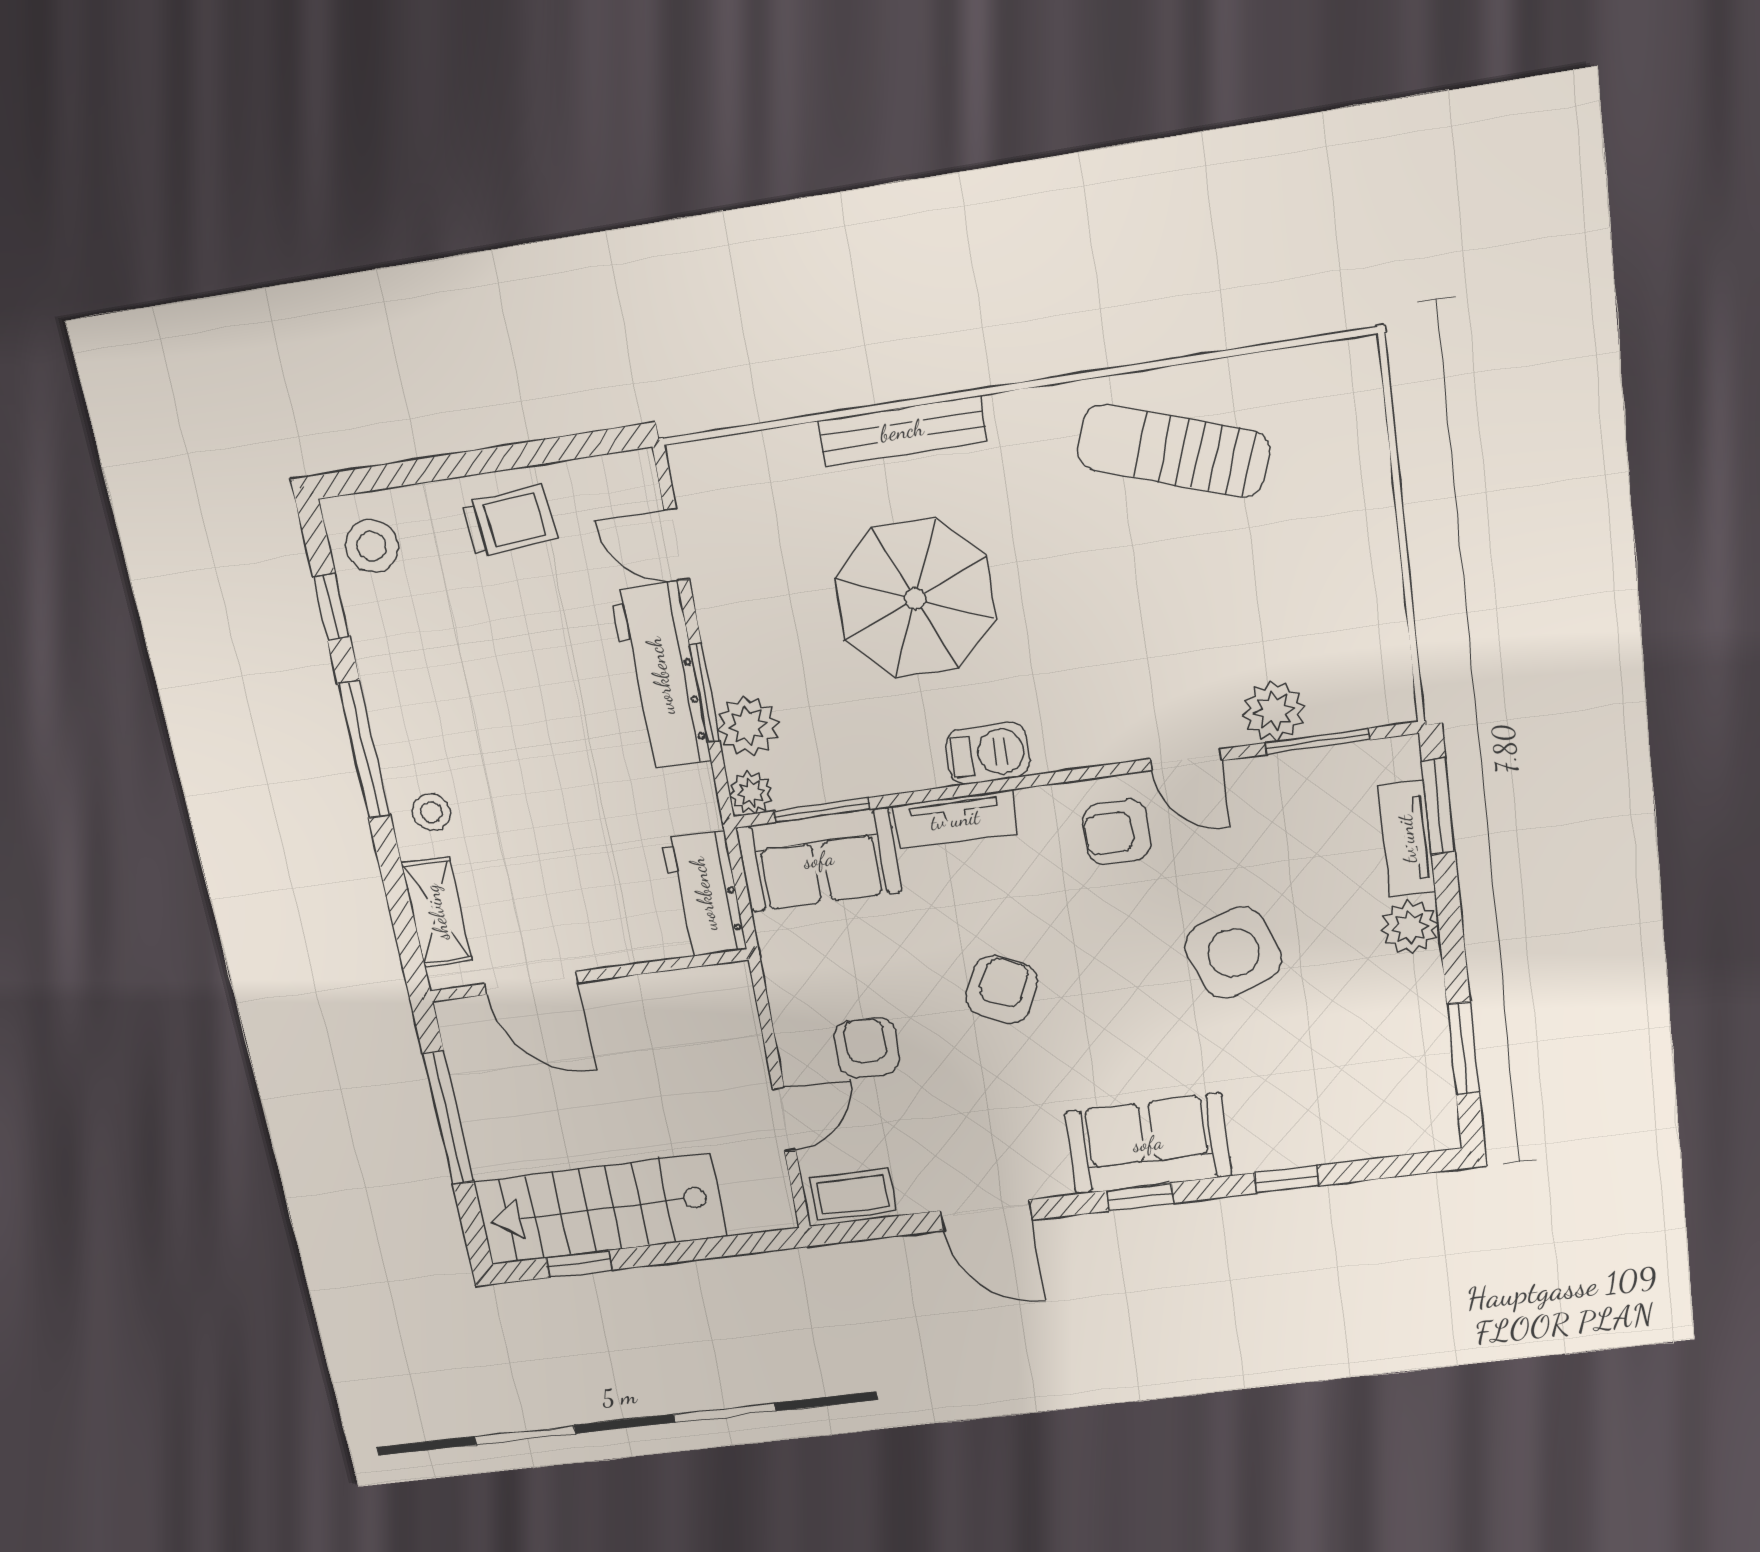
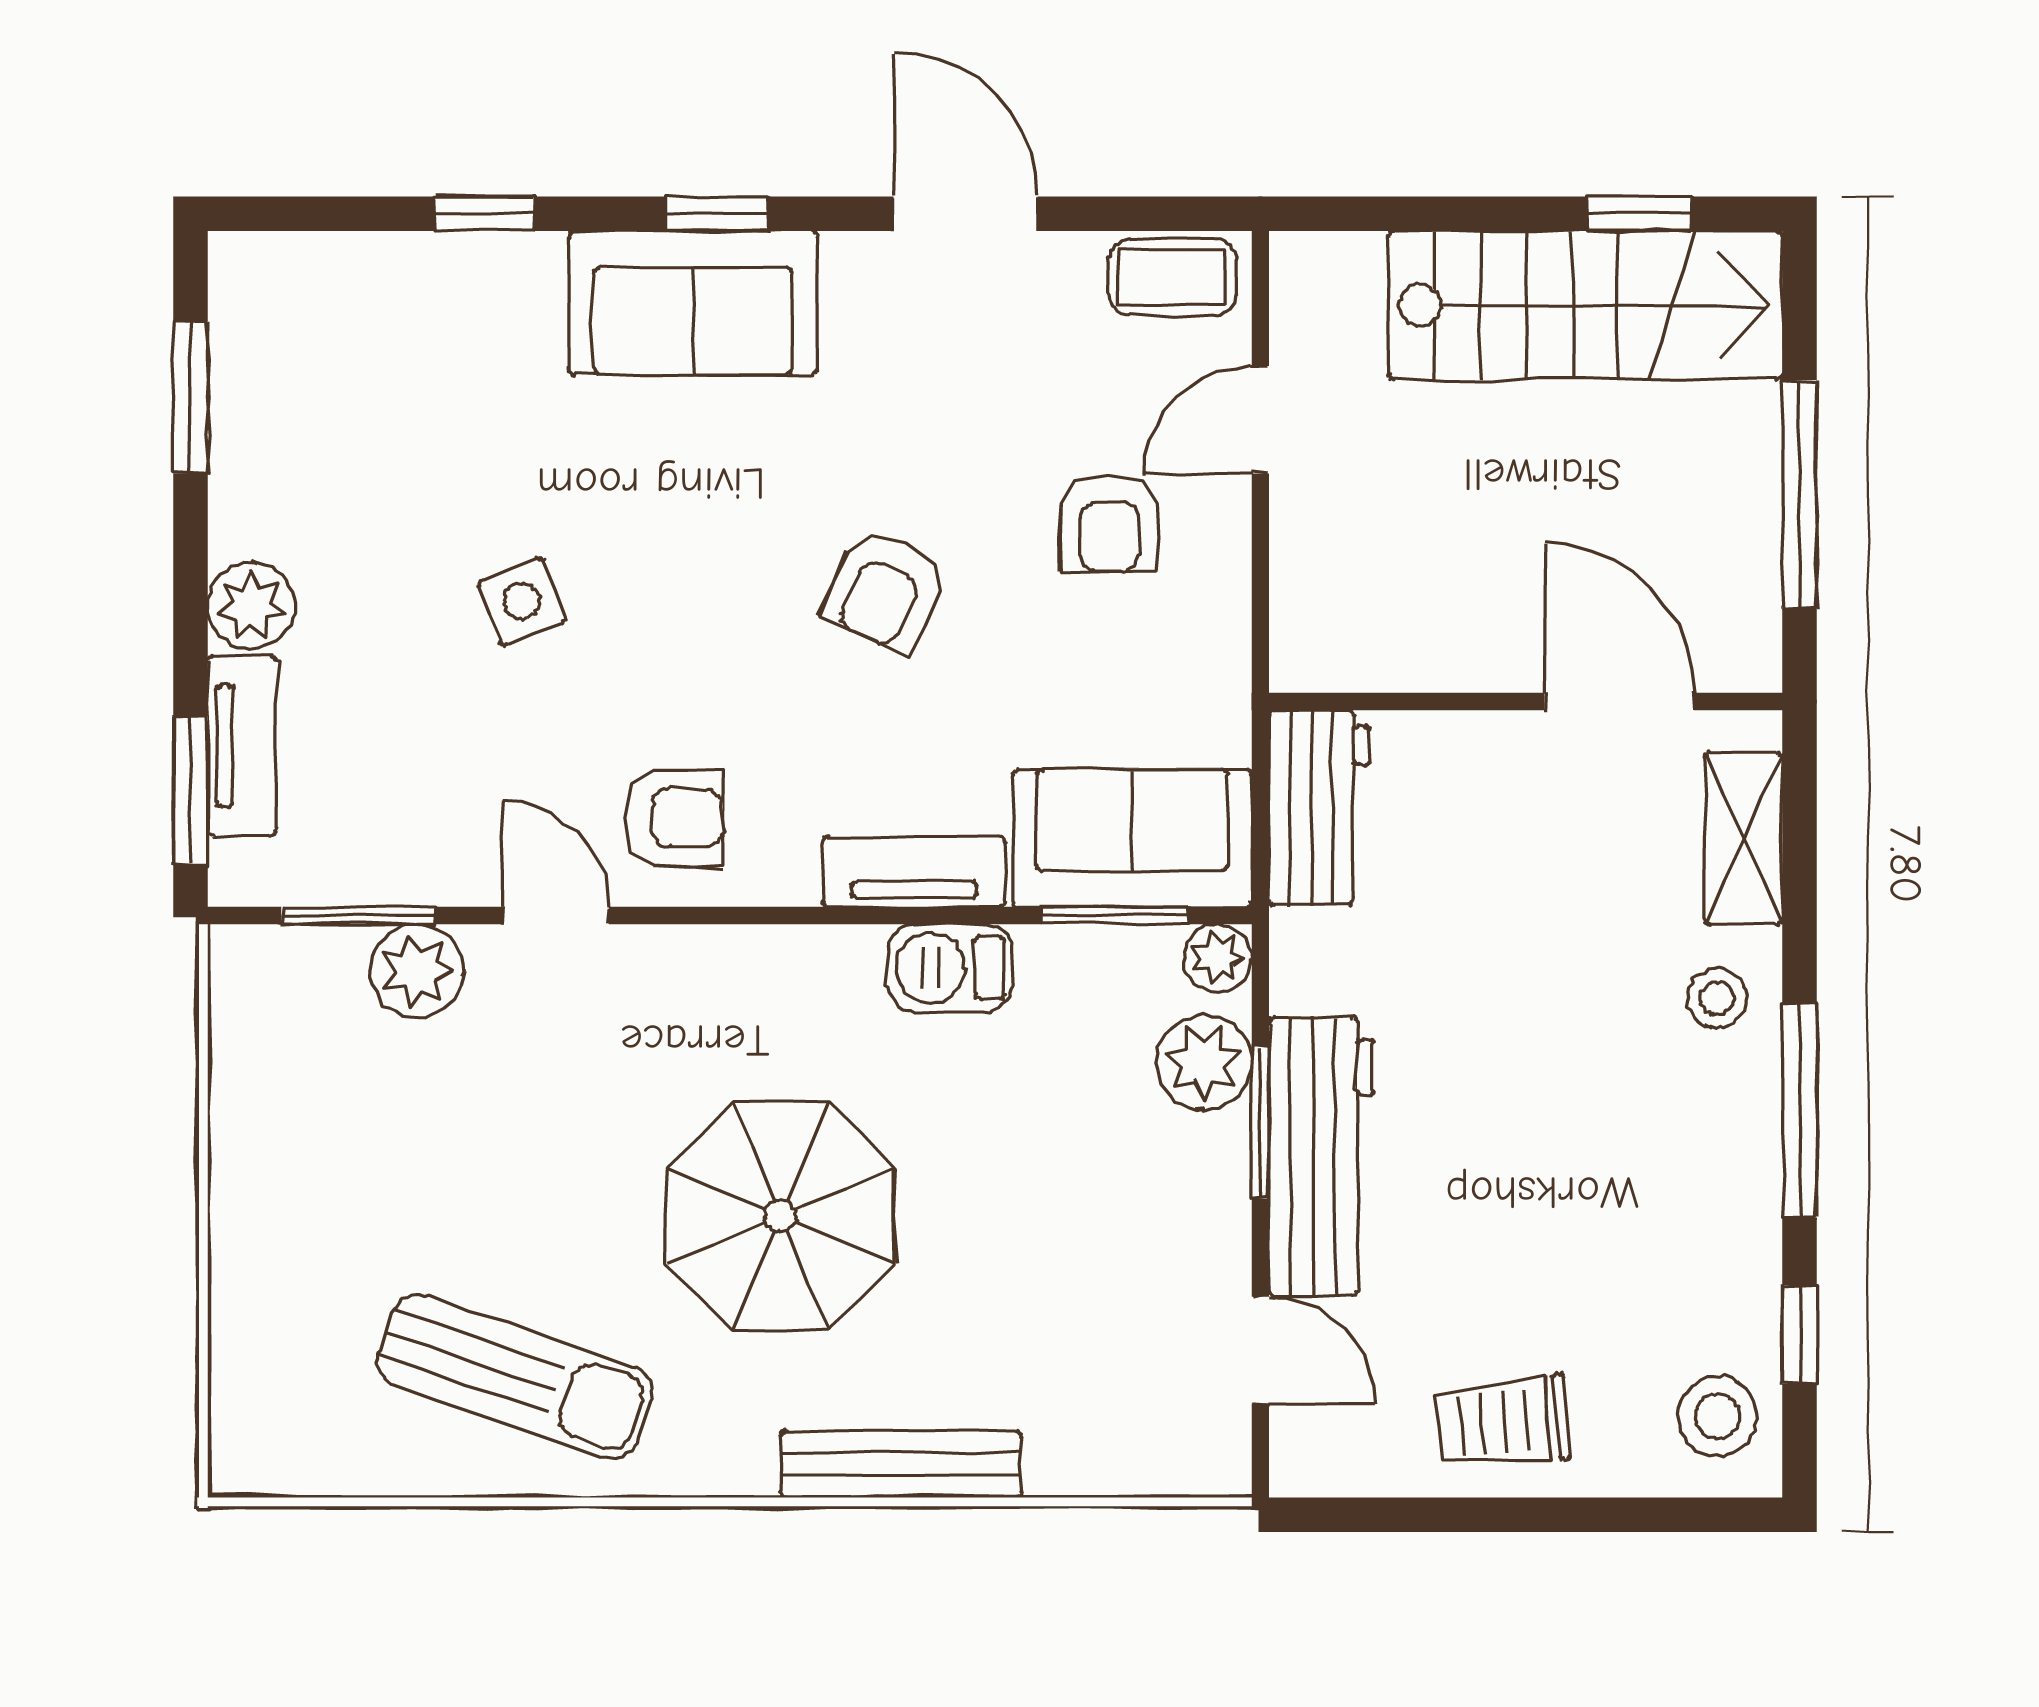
parasol: (915, 598) -> (780, 1216), moved
barbecue: (988, 753) -> (950, 968), moved
side table: (1233, 953) -> (522, 601), width x0.54, depth x0.54

